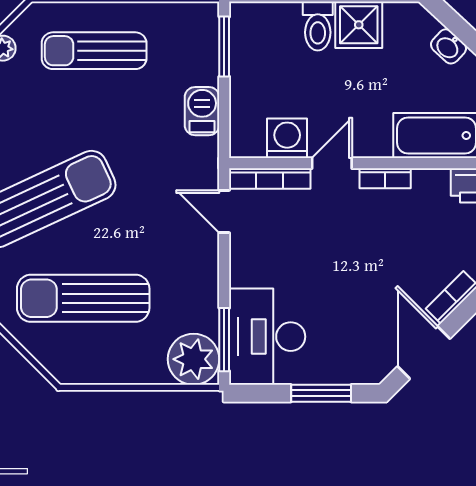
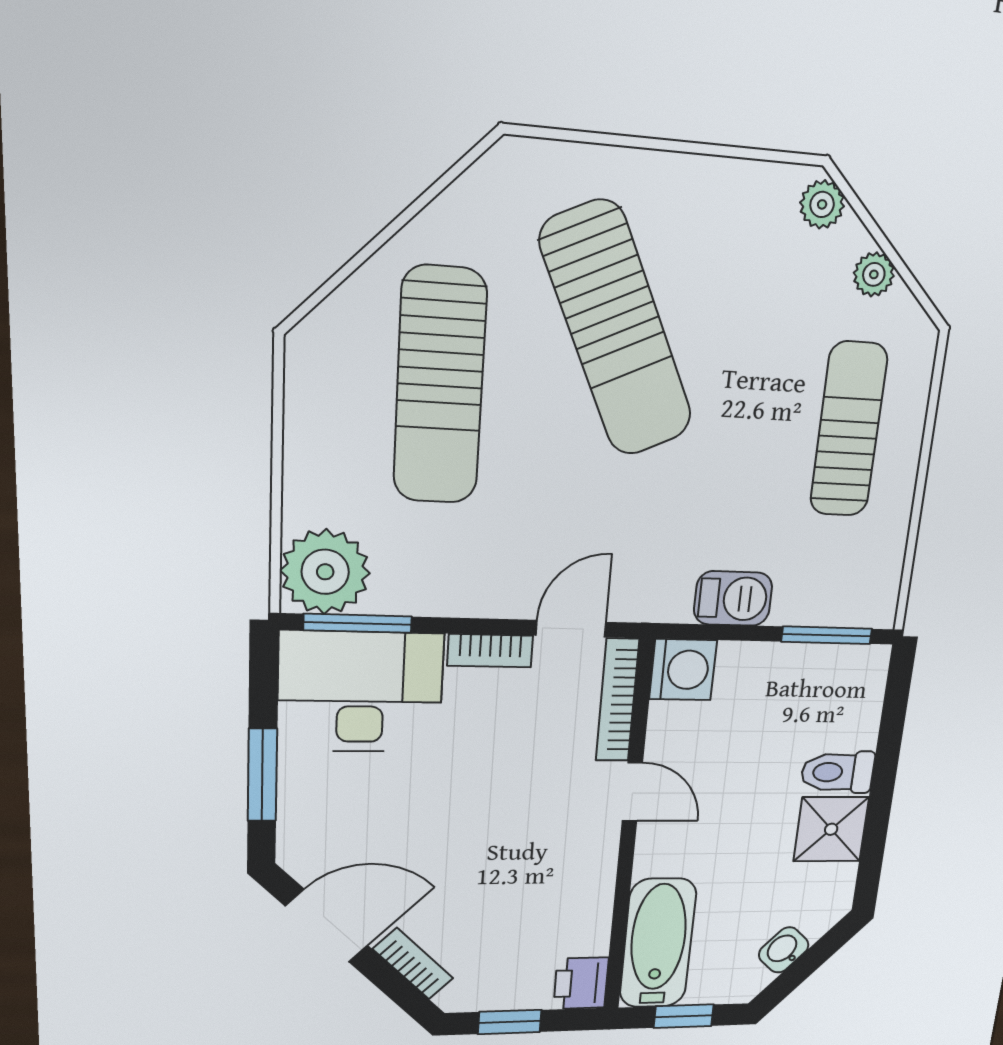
washing machine: (287, 138) -> (683, 670), moved
bookcase: (385, 178) -> (490, 651), moved, turned -90
sun lounger: (83, 298) -> (440, 387), turned 180

